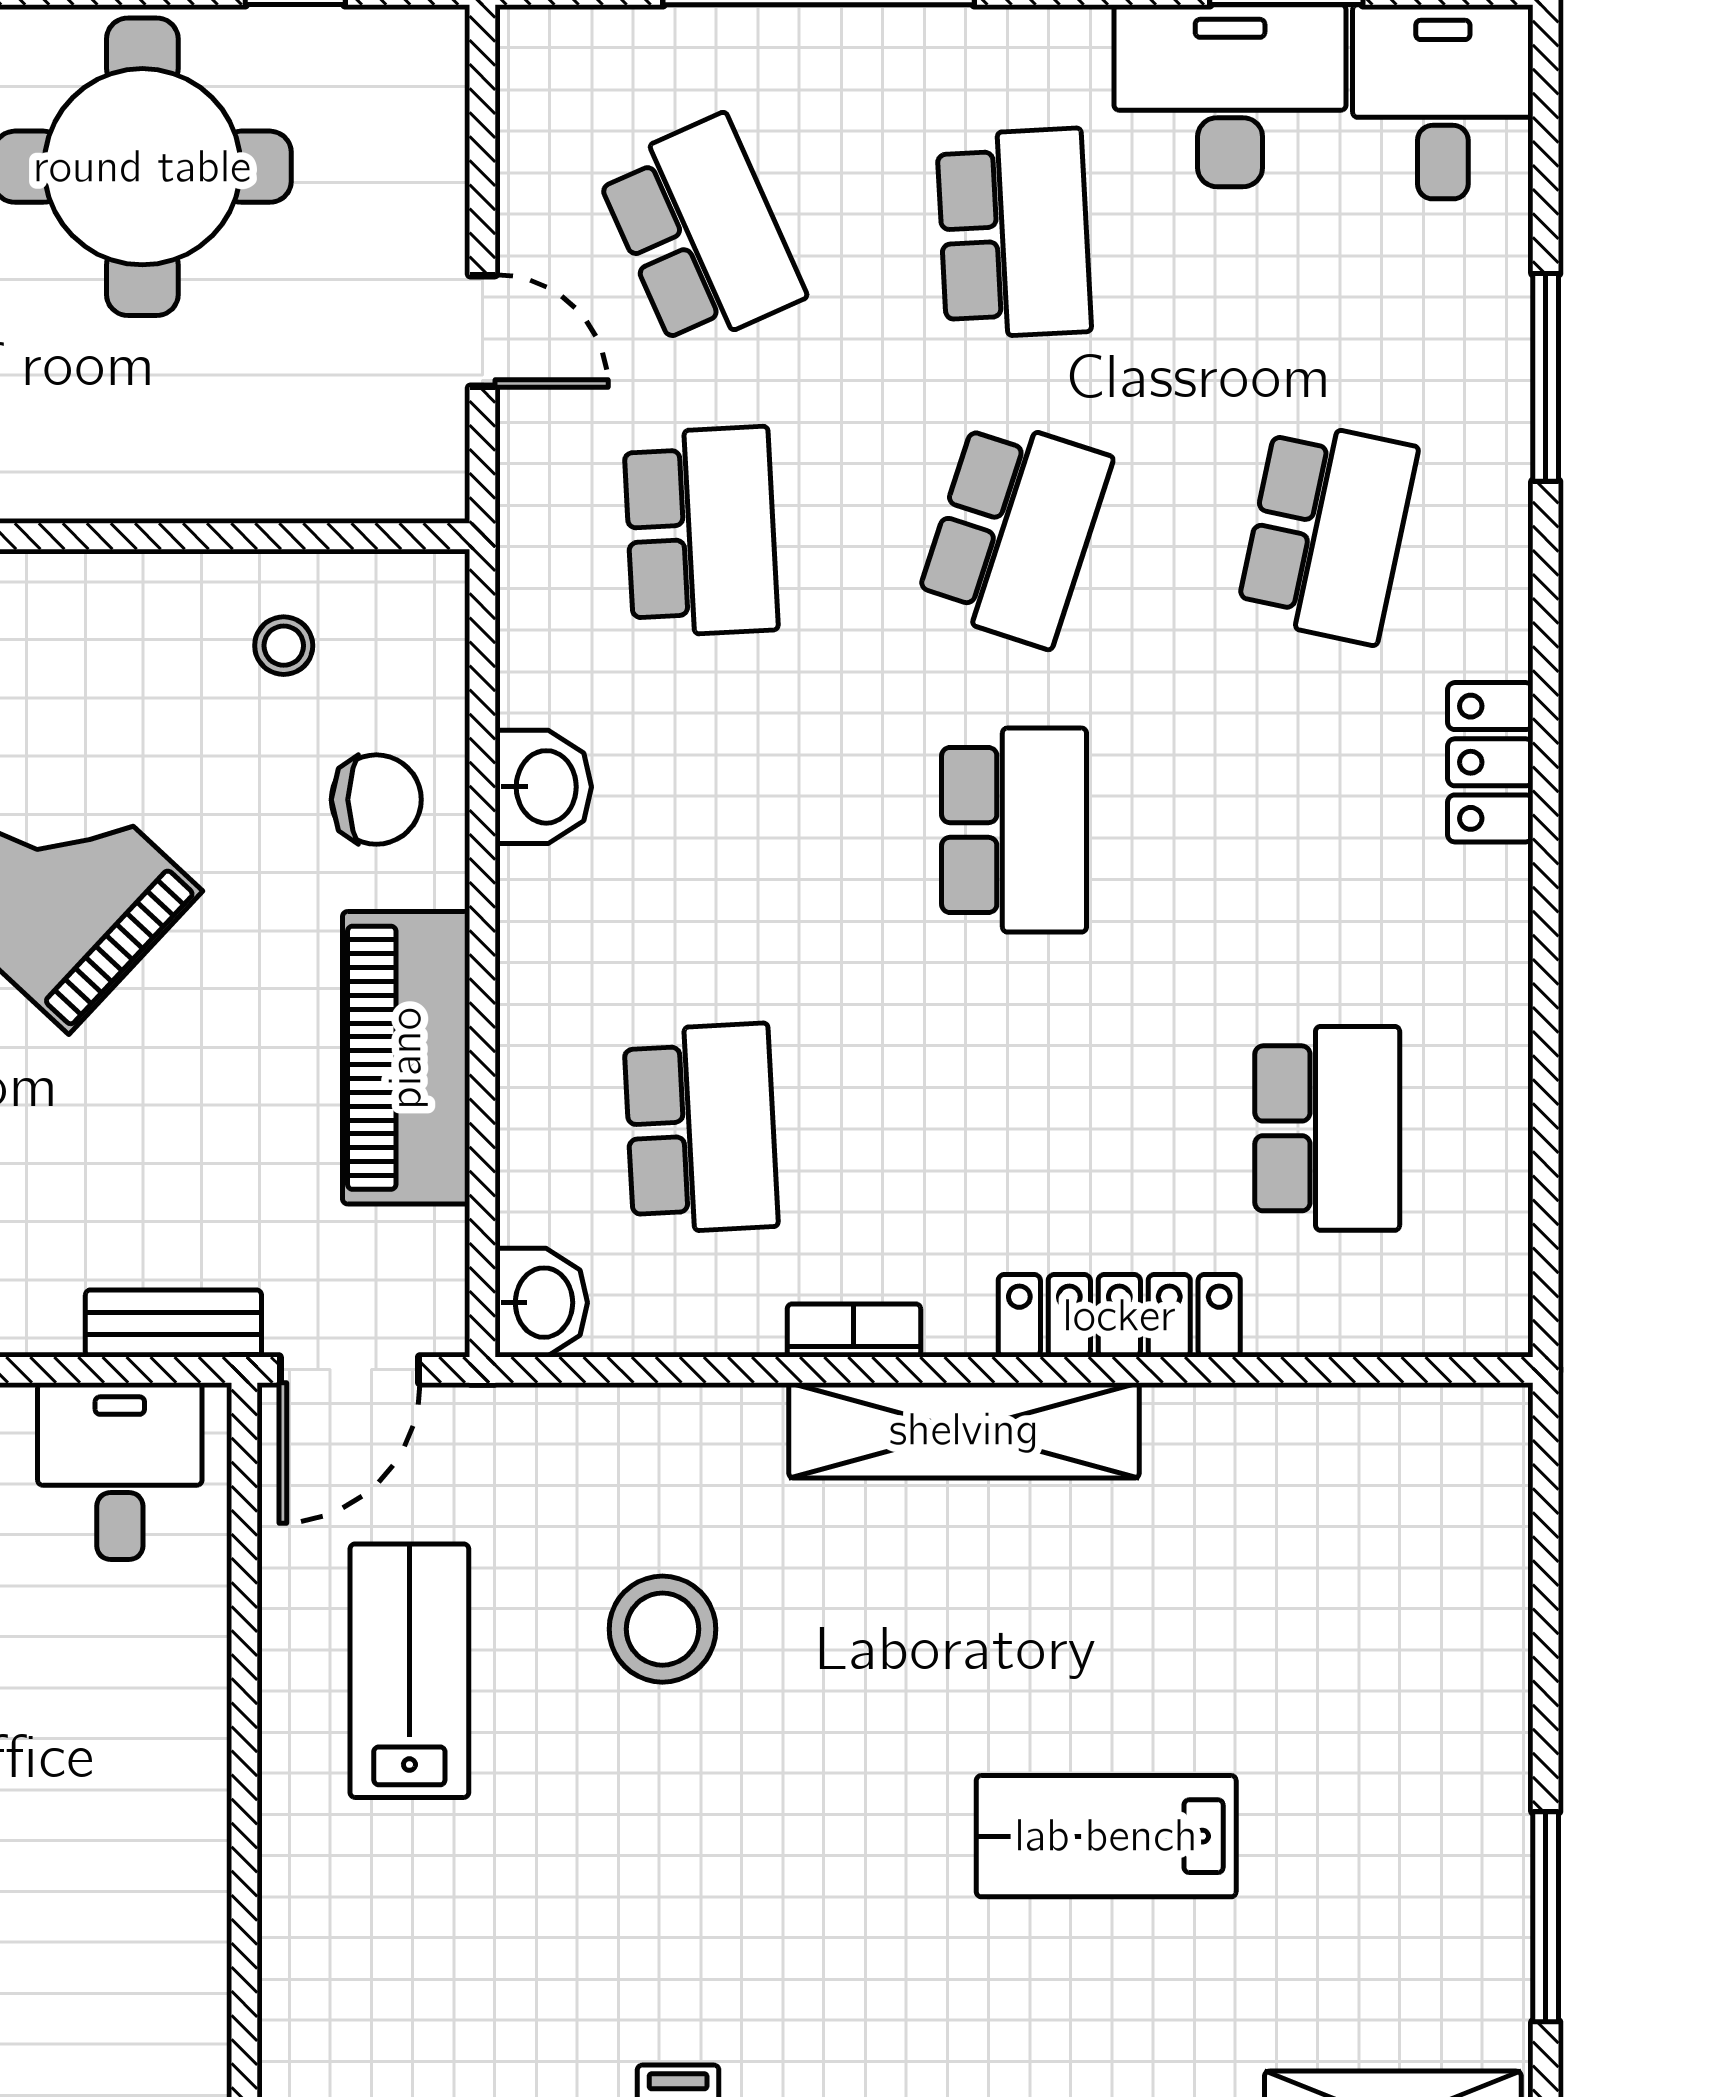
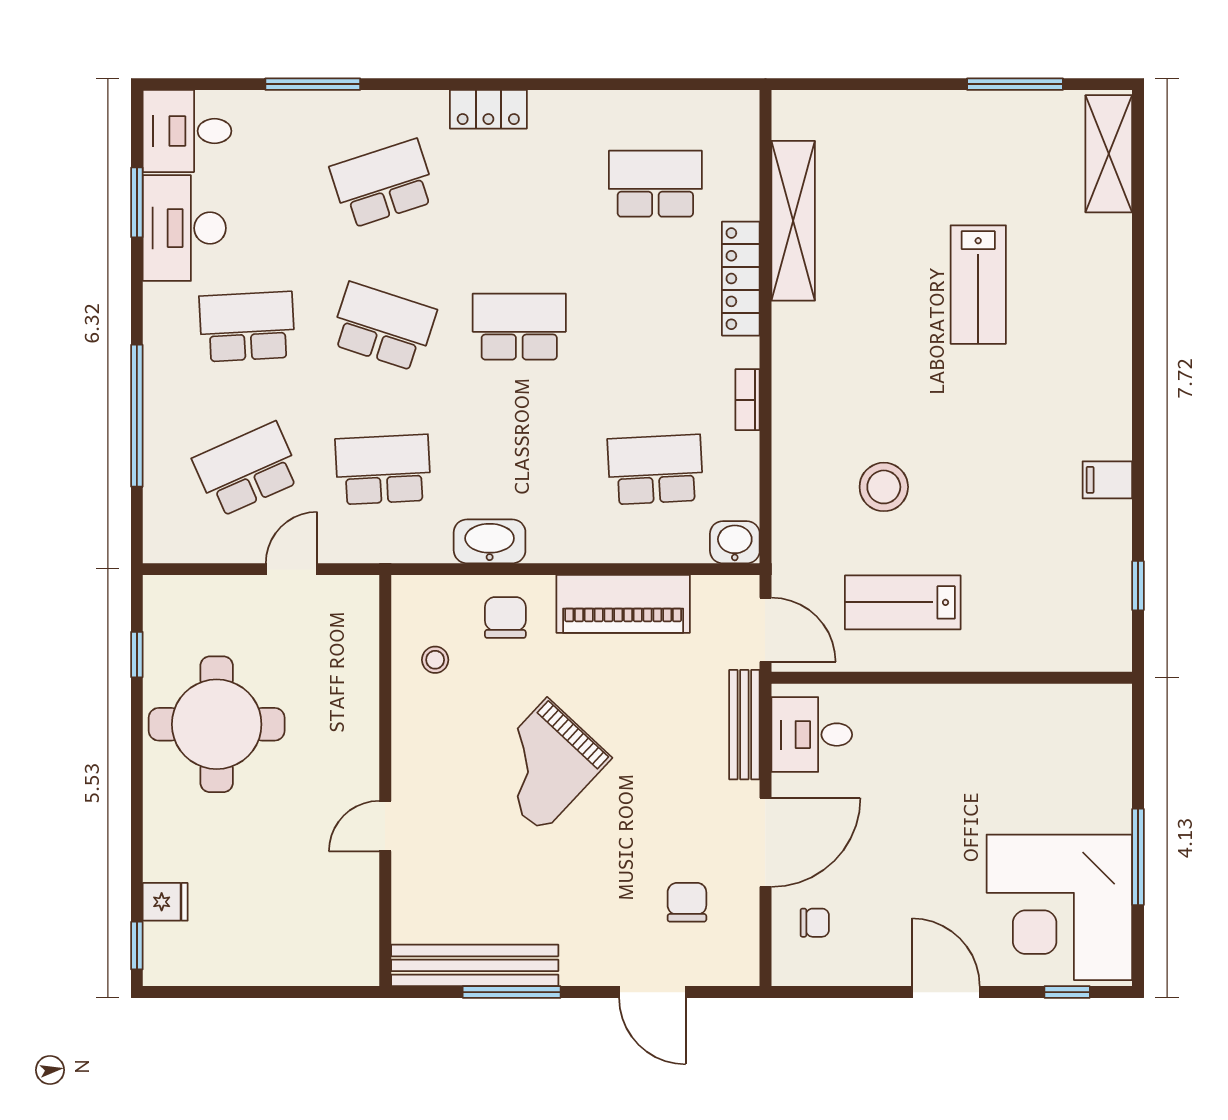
school desk: (1327, 532) -> (383, 184), turned -30
washbasin: (543, 787) -> (490, 541), width x1.38
bench: (173, 1323) -> (744, 725), width x1.36
shelving: (964, 1430) -> (793, 221), moved

